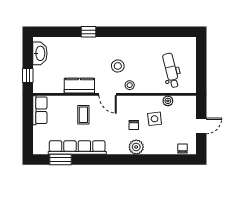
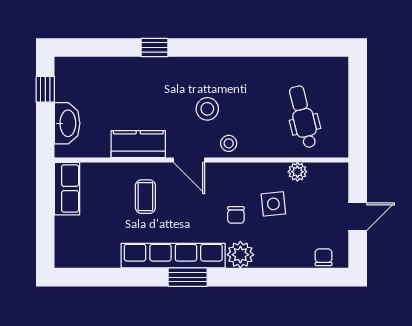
washbasin: (40, 53) -> (67, 123), moved
window: (28, 75) -> (45, 89), moved
row of seats: (77, 148) -> (173, 256), moved
window: (61, 159) -> (188, 277), moved

